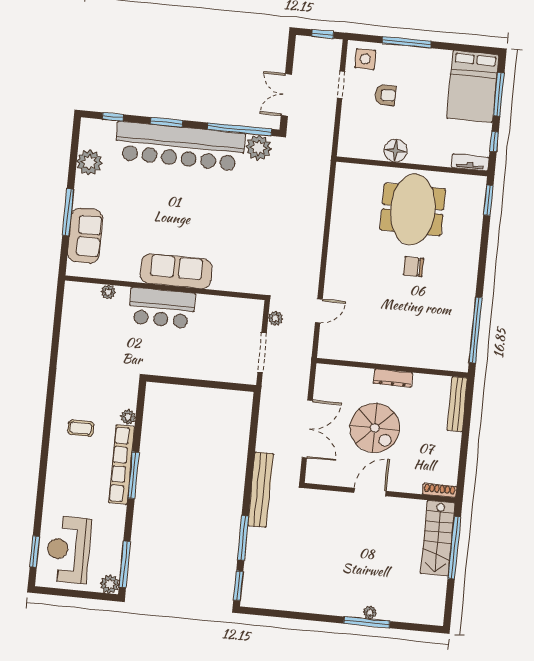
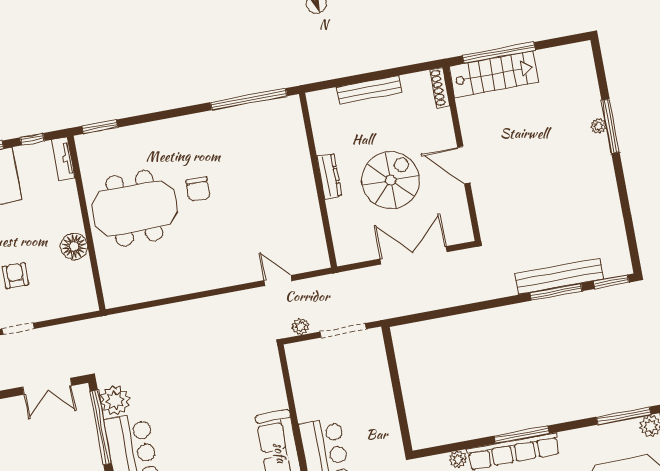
bench: (457, 404) -> (369, 90), moved
bench: (261, 490) -> (559, 276), moved

